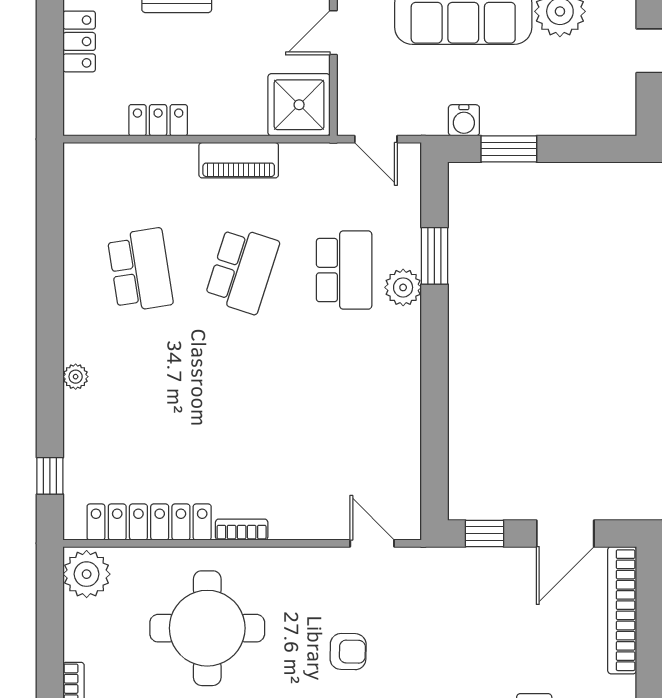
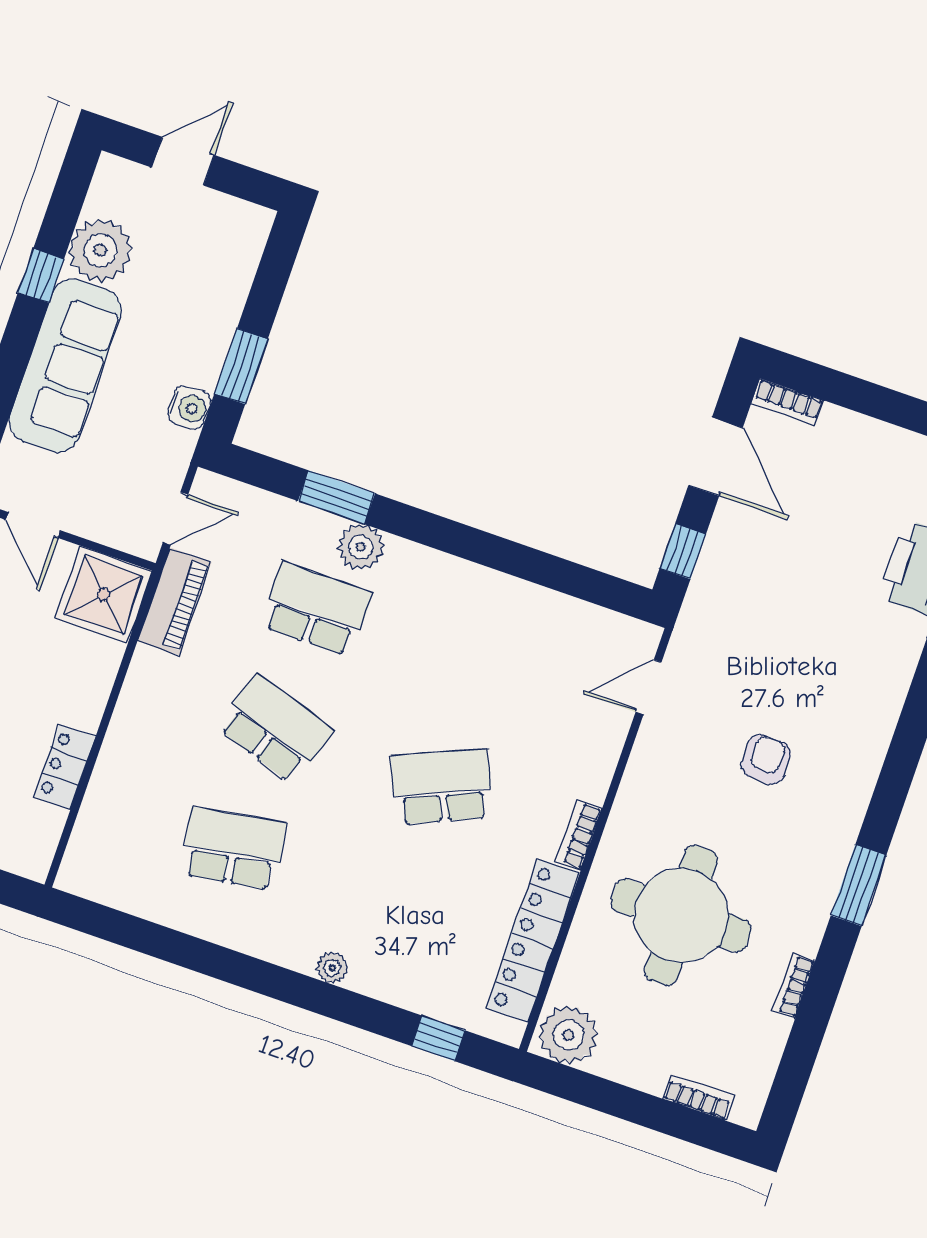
piano: (239, 160) -> (174, 601), moved
school desk: (242, 412) -> (442, 787), added
bookcase: (622, 610) -> (788, 402), width x0.43, depth x0.76

